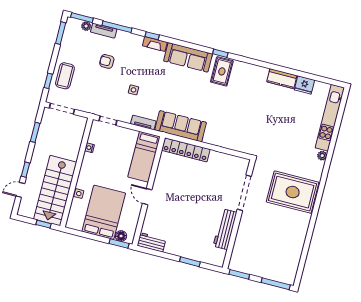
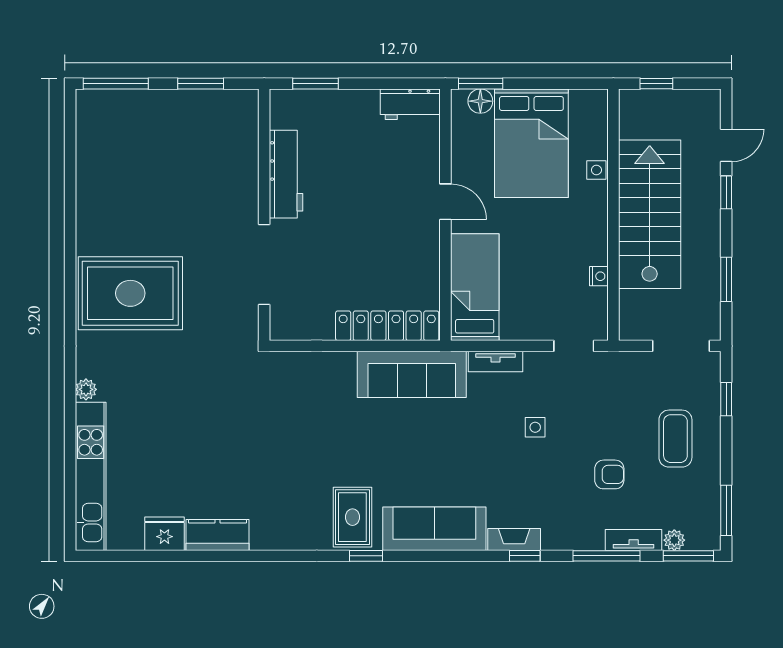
coffee table: (65, 76) -> (675, 439), moved
stairs: (55, 191) -> (650, 214), moved
doorway: (244, 193) -> (264, 265), moved
wall: (239, 214) -> (264, 215), moved
workbench: (225, 229) -> (286, 174), moved

